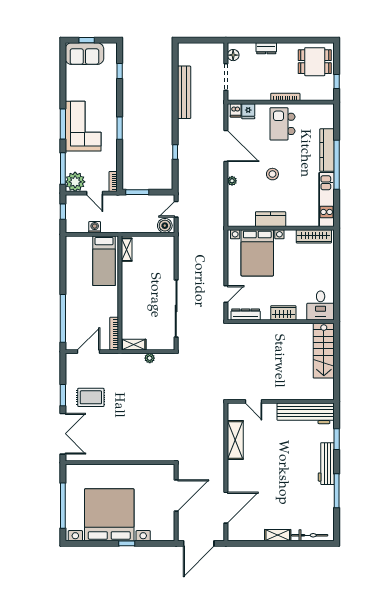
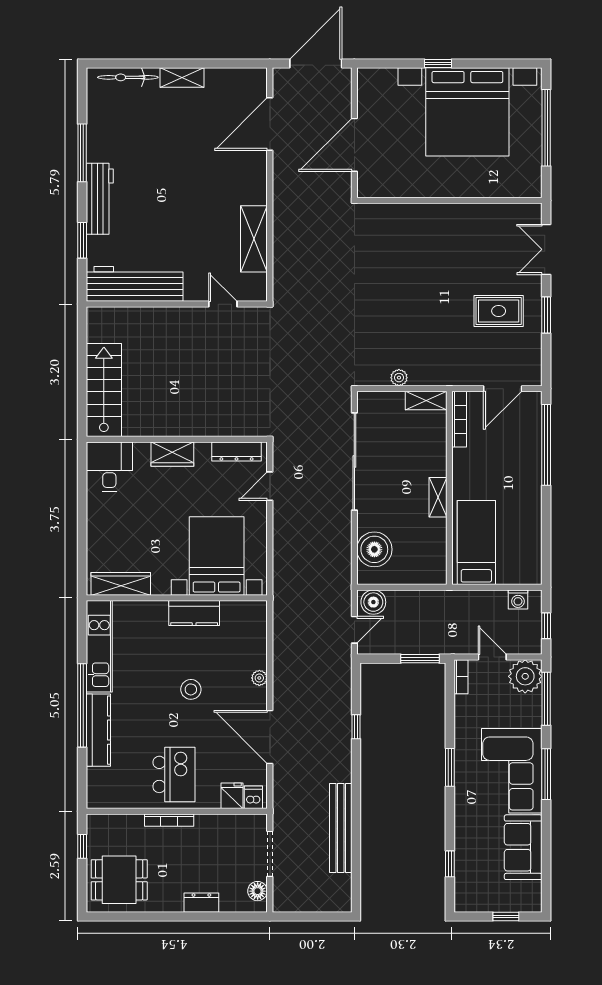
sofa: (84, 54) -> (523, 847), moved, turned -90
washing machine: (95, 227) -> (518, 599), moved
shelving: (127, 250) -> (438, 497), moved
boiler: (164, 257) -> (374, 549), added
double door: (63, 434) -> (546, 249), width x0.73

